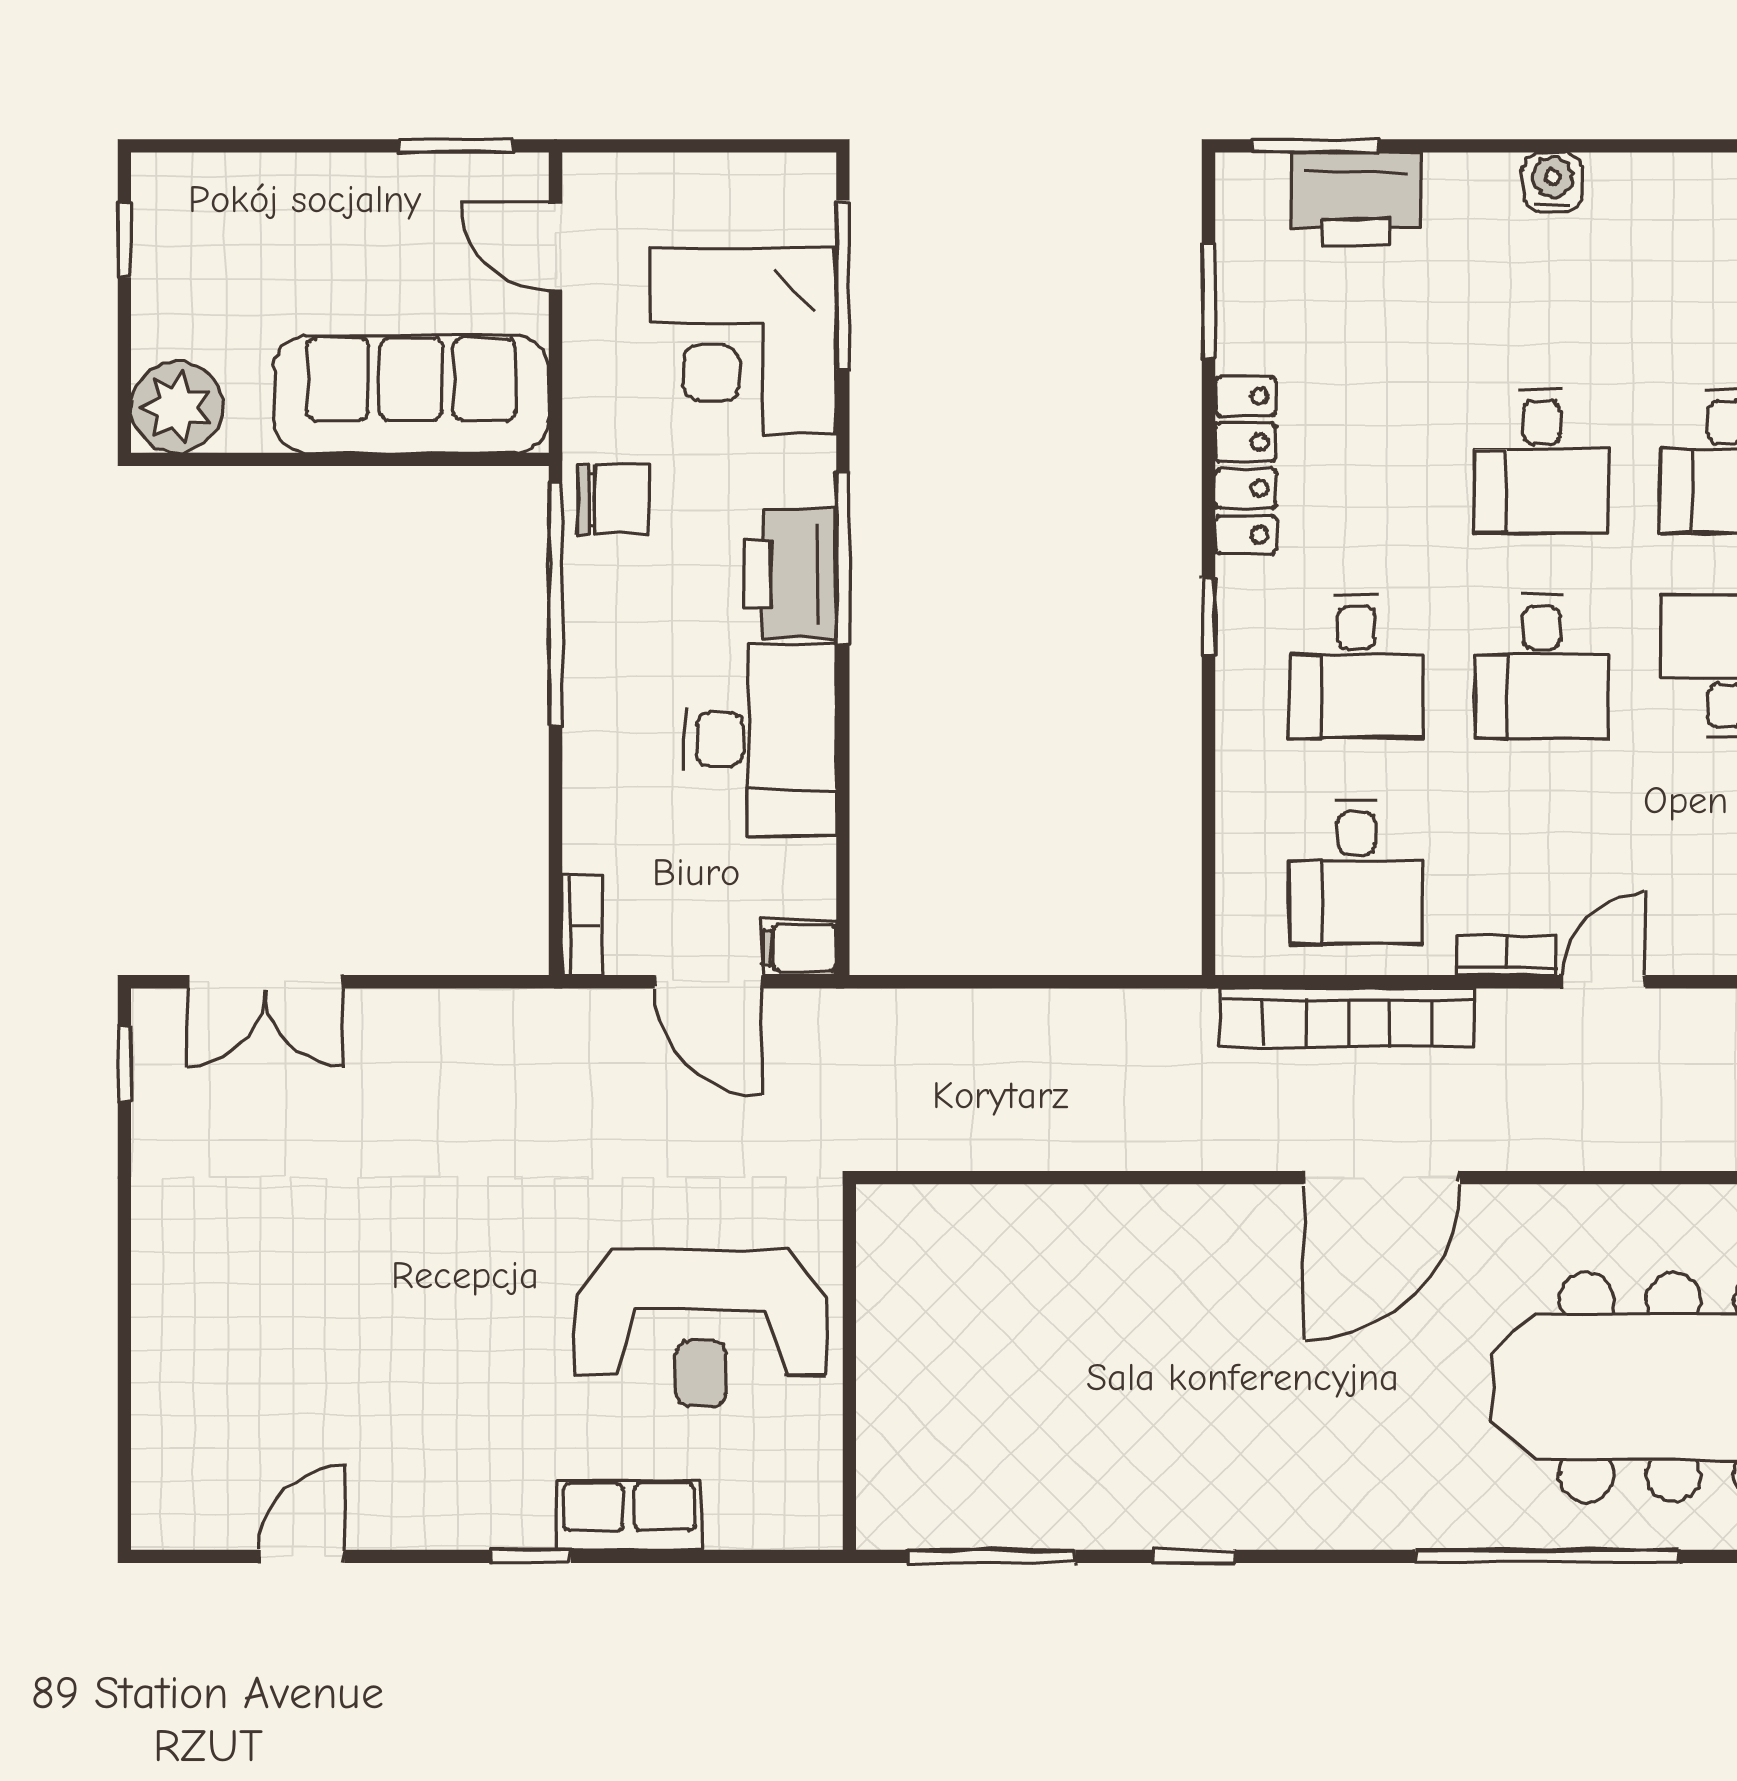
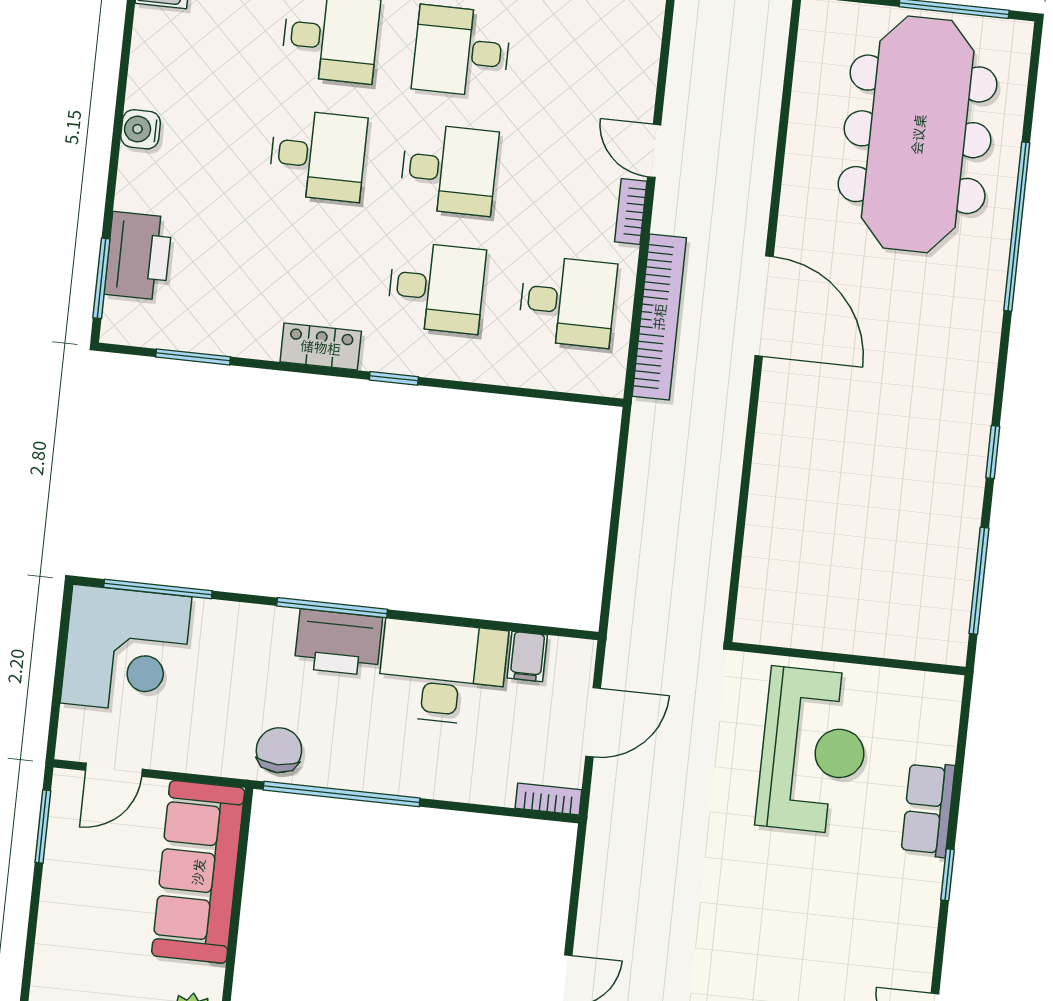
corner desk: (743, 341) -> (126, 650), moved
locker: (1246, 465) -> (321, 347), width x0.66
filing cabinet: (799, 948) -> (527, 657), moved

